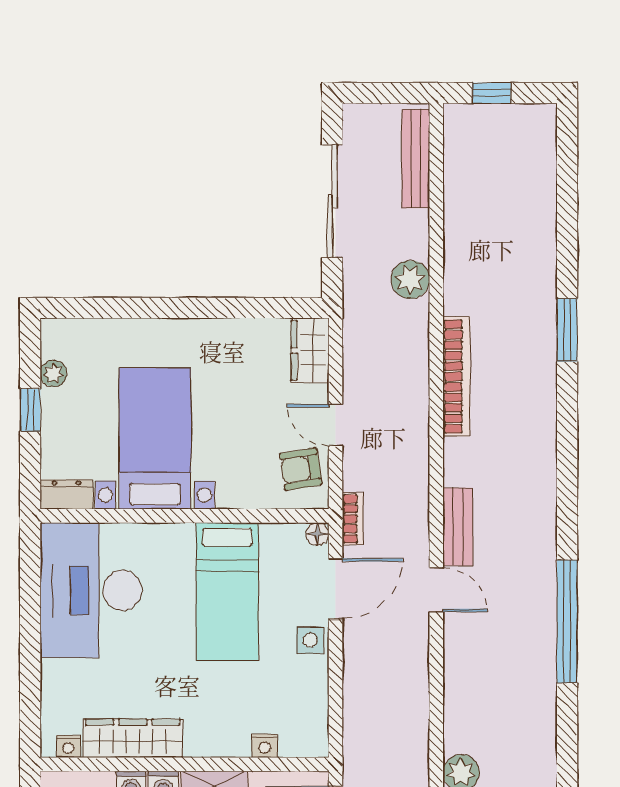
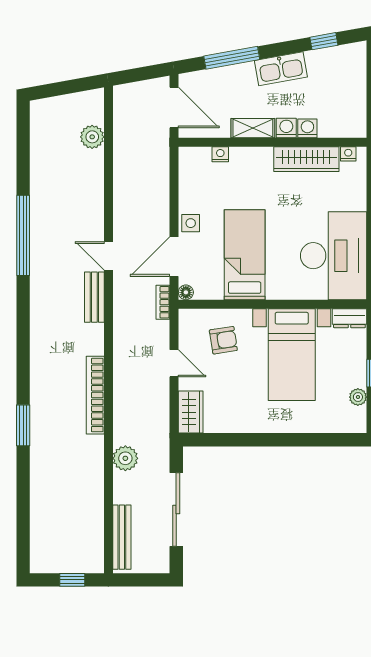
armchair: (301, 469) -> (223, 340), moved

